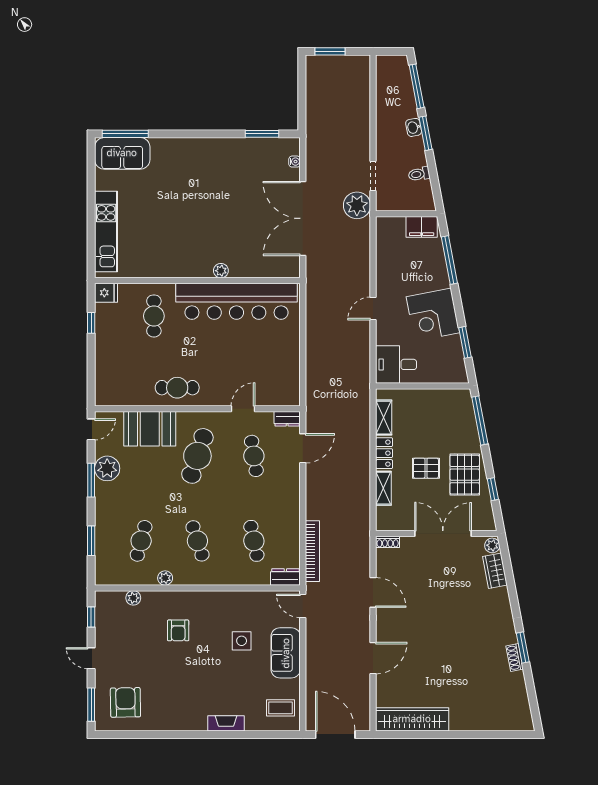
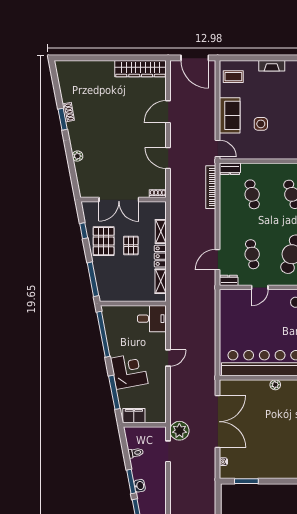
corner desk: (433, 315) -> (129, 371), moved
window: (465, 342) -> (103, 334), width x2.11
pallet: (426, 468) -> (131, 246), turned 90
plant: (492, 545) -> (77, 156), moved
wardrobe: (495, 571) -> (82, 173), removed

